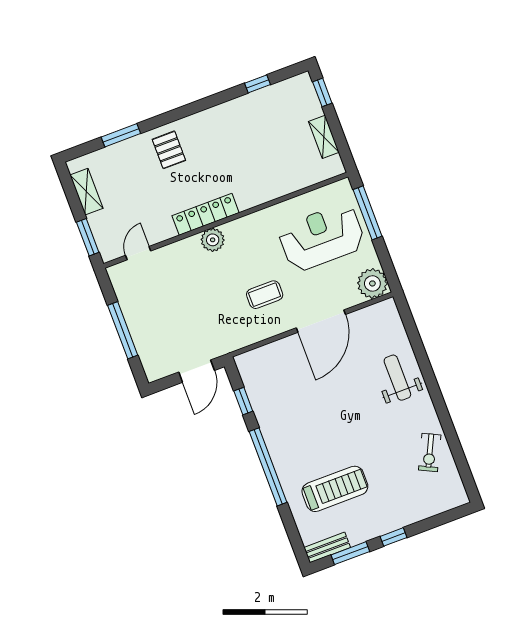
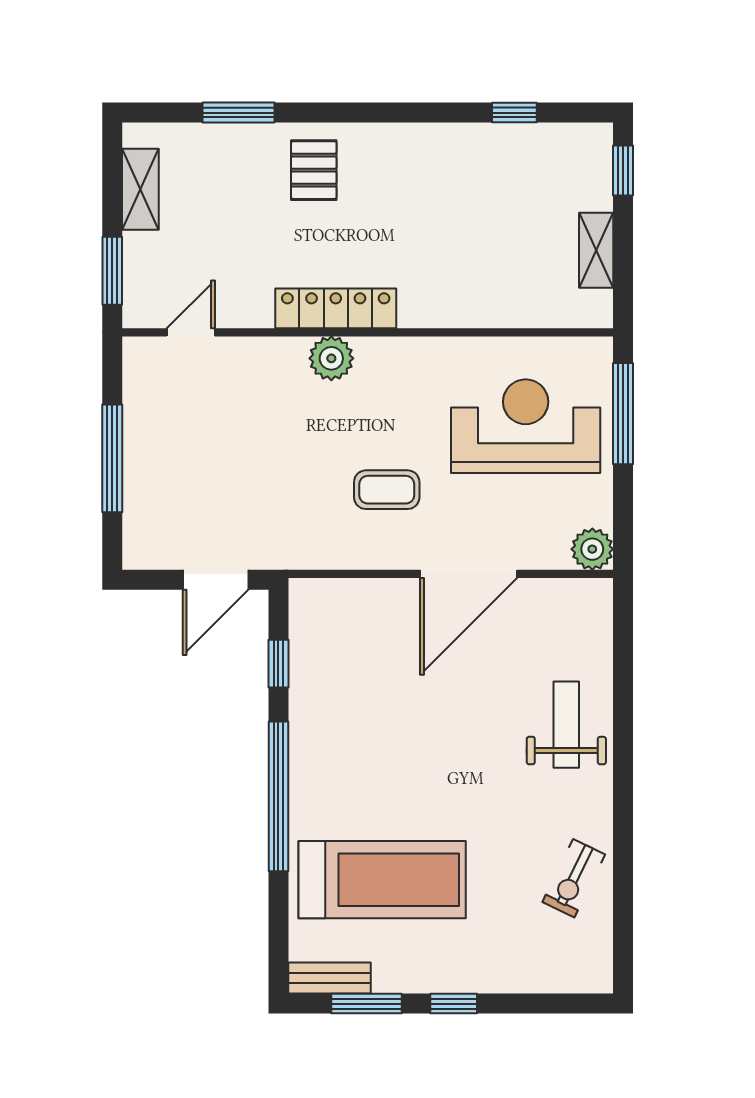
plant: (372, 283) -> (592, 549), width x0.73, depth x0.73
treadmill: (335, 489) -> (382, 880), width x1.37, depth x1.38

